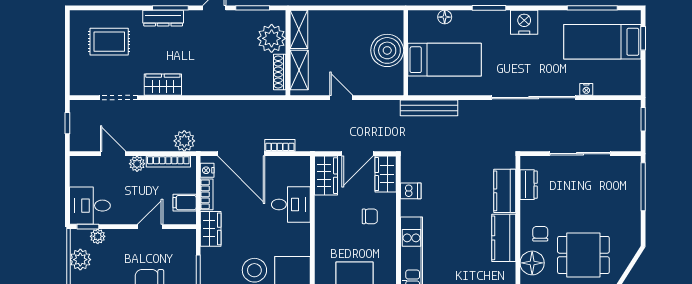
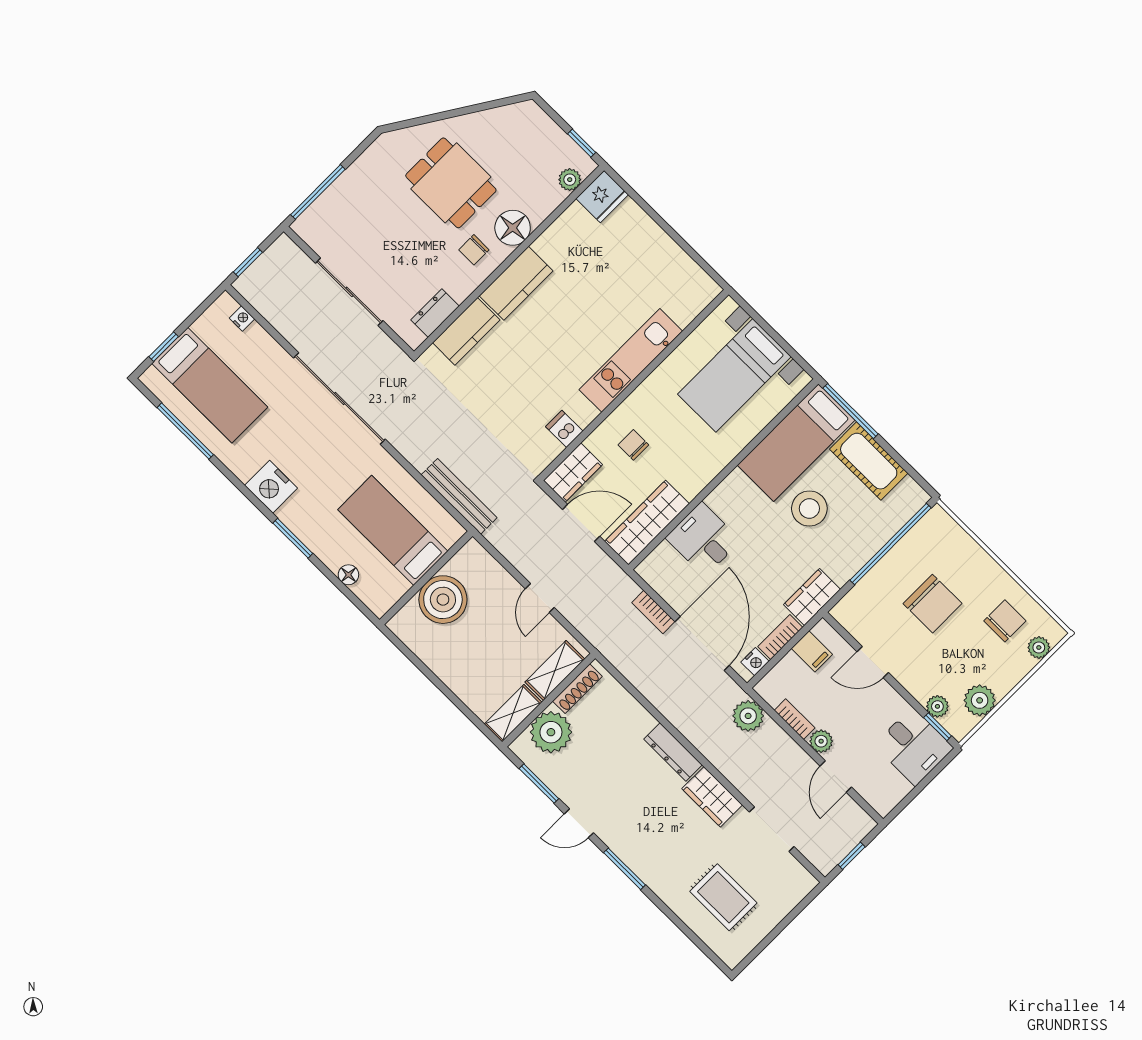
dresser: (163, 18) -> (673, 752), moved, turned 180
nightstand: (586, 89) -> (242, 318), moved
bookcase: (168, 162) -> (795, 719), width x0.64
wardrobe: (326, 176) -> (647, 523), width x1.50

